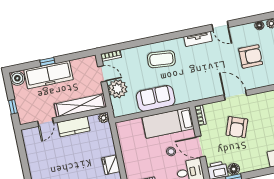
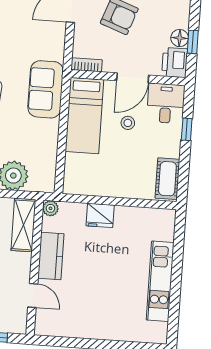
sofa: (156, 98) -> (46, 89), moved
shelving: (80, 105) -> (23, 225), width x0.68
fridge: (111, 165) -> (100, 215), moved

